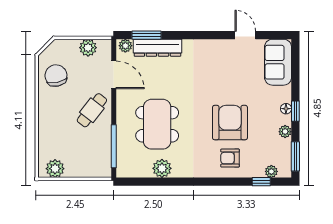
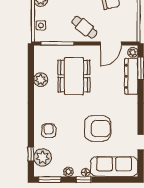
plant: (88, 48) -> (131, 24), removed
sofa: (278, 62) -> (114, 167), width x1.36
armchair: (230, 123) -> (98, 128), moved
dining table: (157, 124) -> (74, 76), turned 90
side table: (89, 168) -> (41, 25), added
plant: (271, 171) -> (43, 157), width x1.87, depth x1.87

